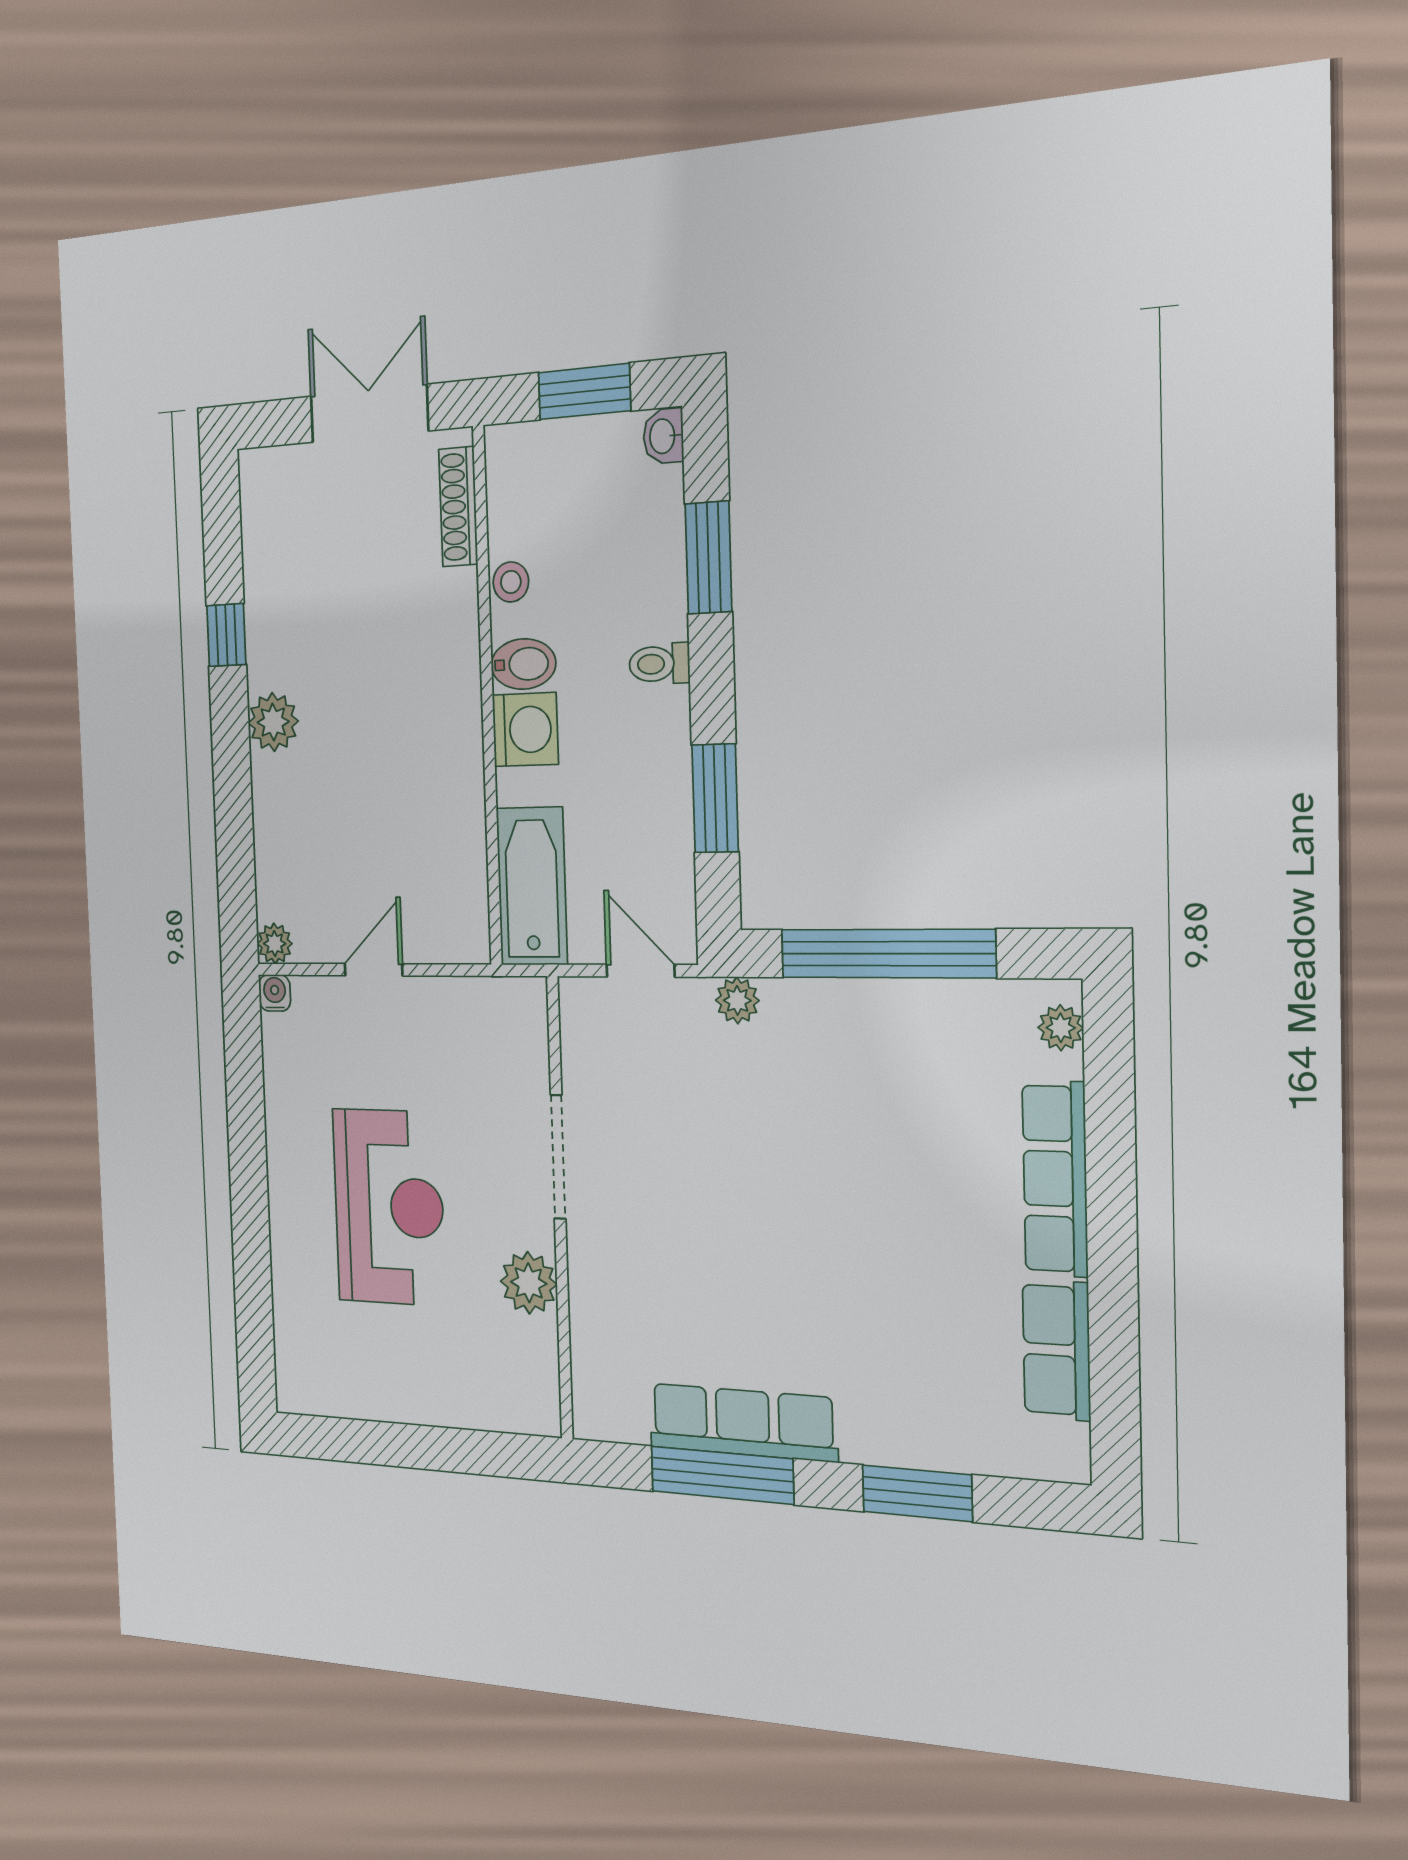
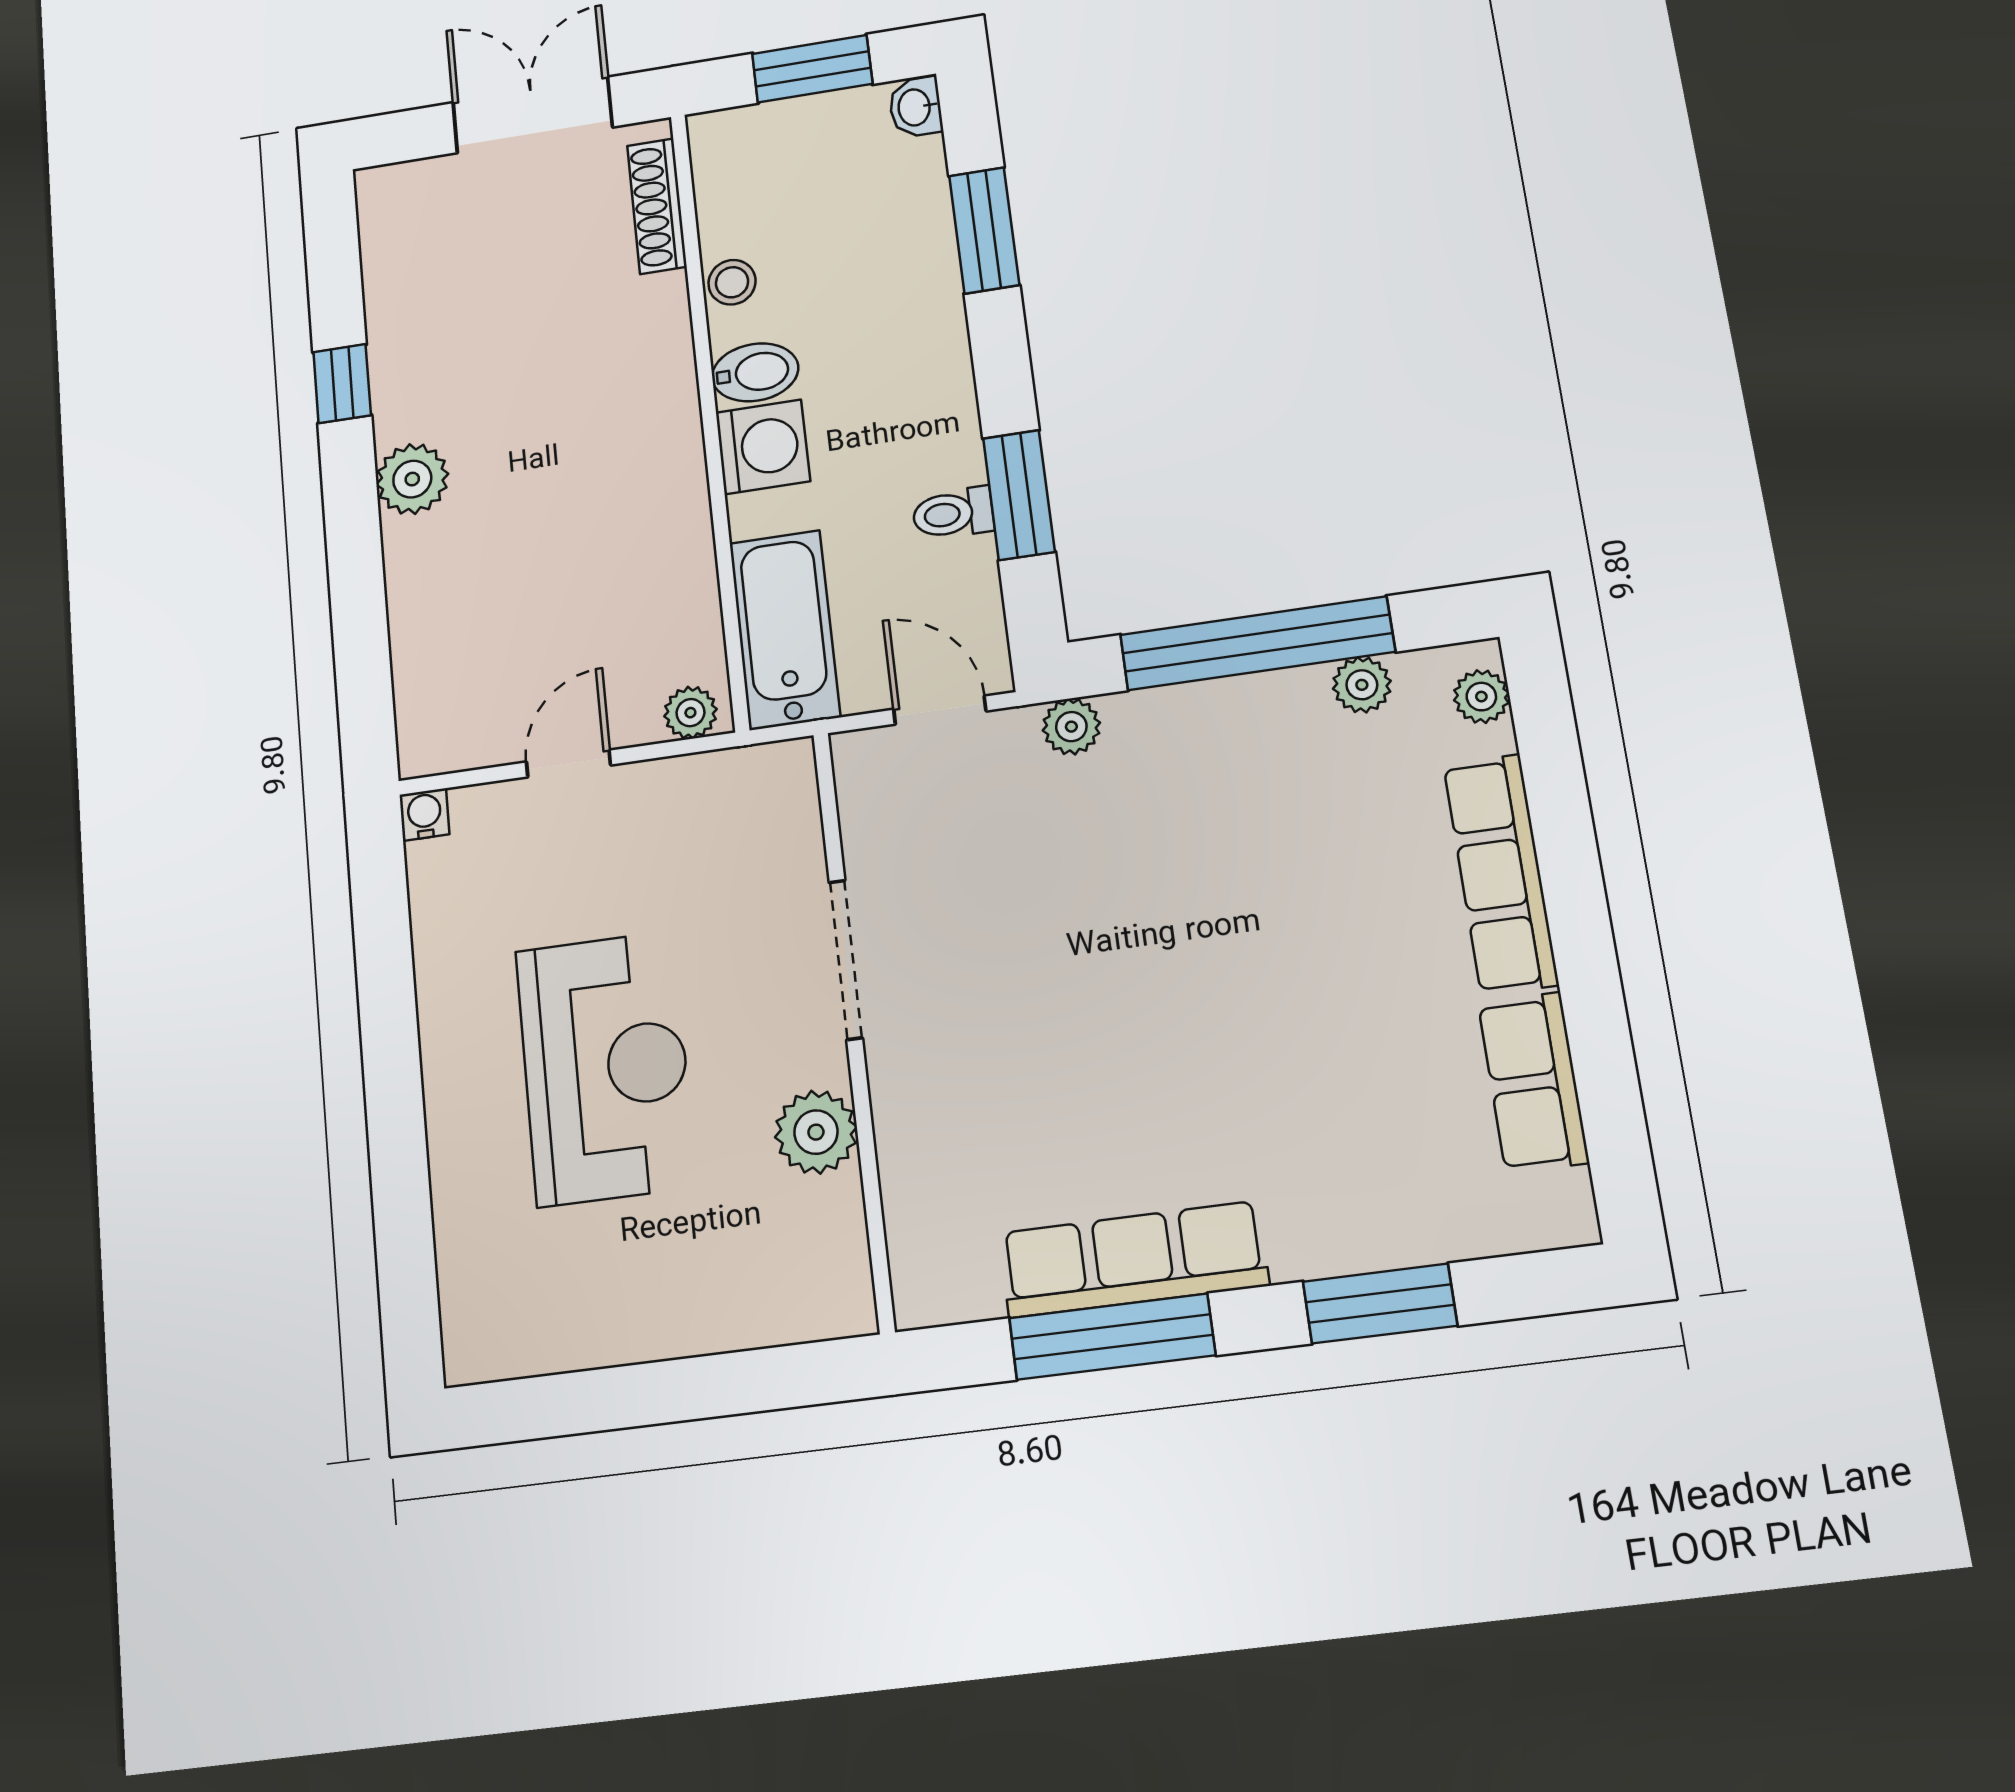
toilet: (659, 664) -> (953, 513), moved
plant: (275, 944) -> (690, 713), moved
plant: (966, 1002) -> (1362, 685), added

